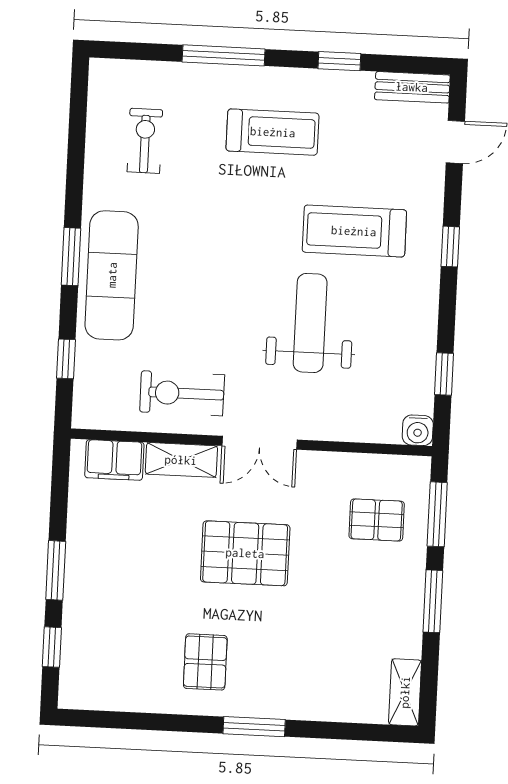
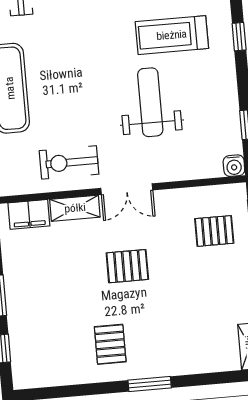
pallet: (245, 553) -> (127, 266), width x0.67, depth x0.71

